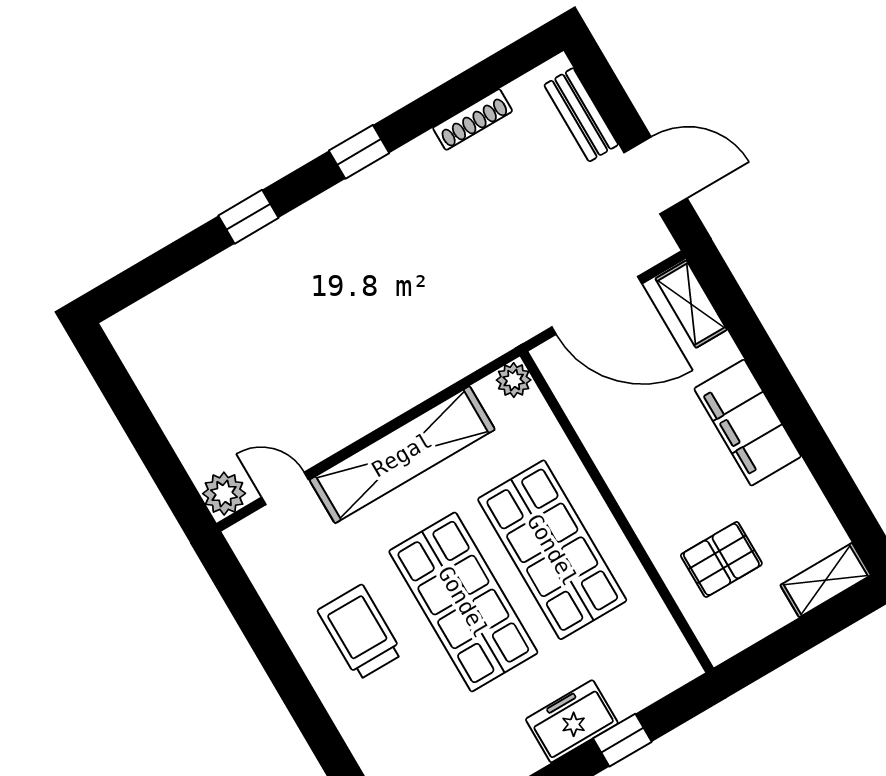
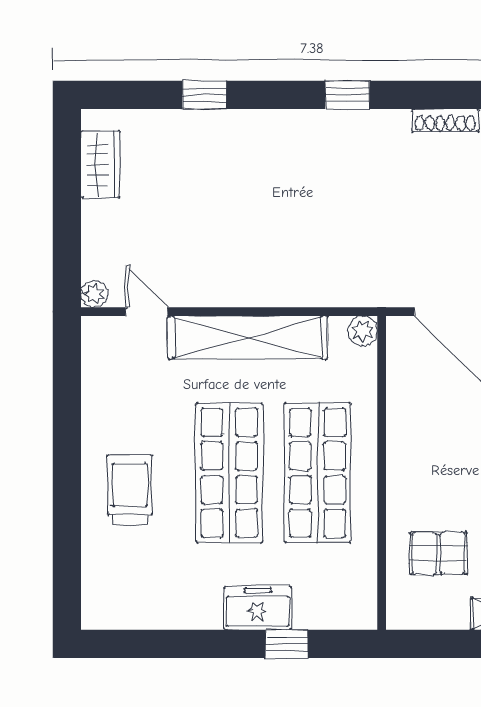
window: (248, 217) -> (204, 95), moved
wardrobe: (152, 368) -> (100, 164), added
plant: (224, 494) -> (94, 294), width x0.73, depth x0.73
trolley: (360, 632) -> (130, 490), moved

